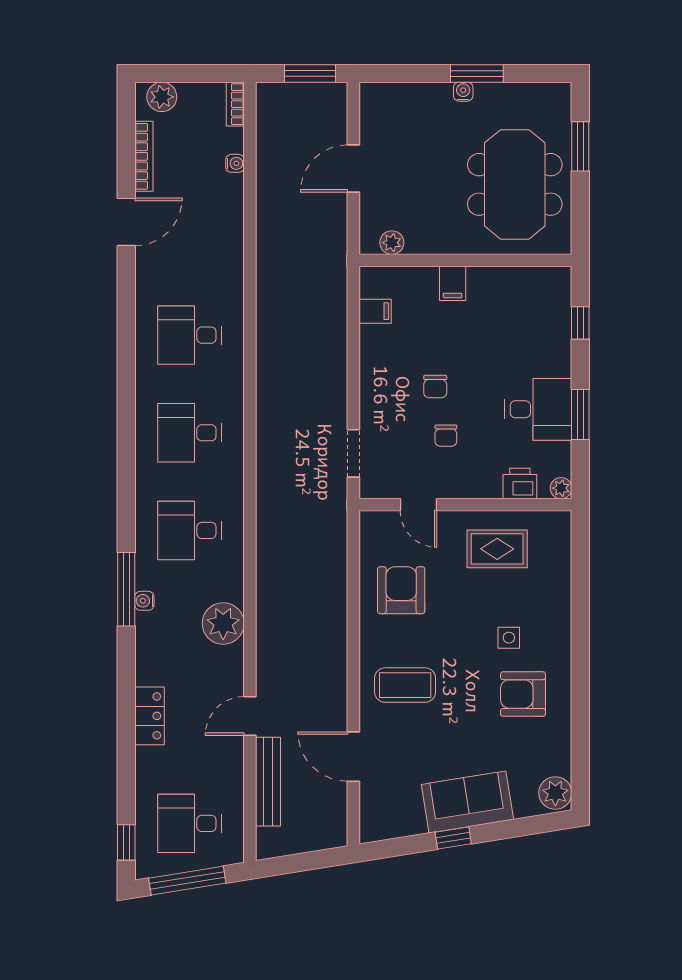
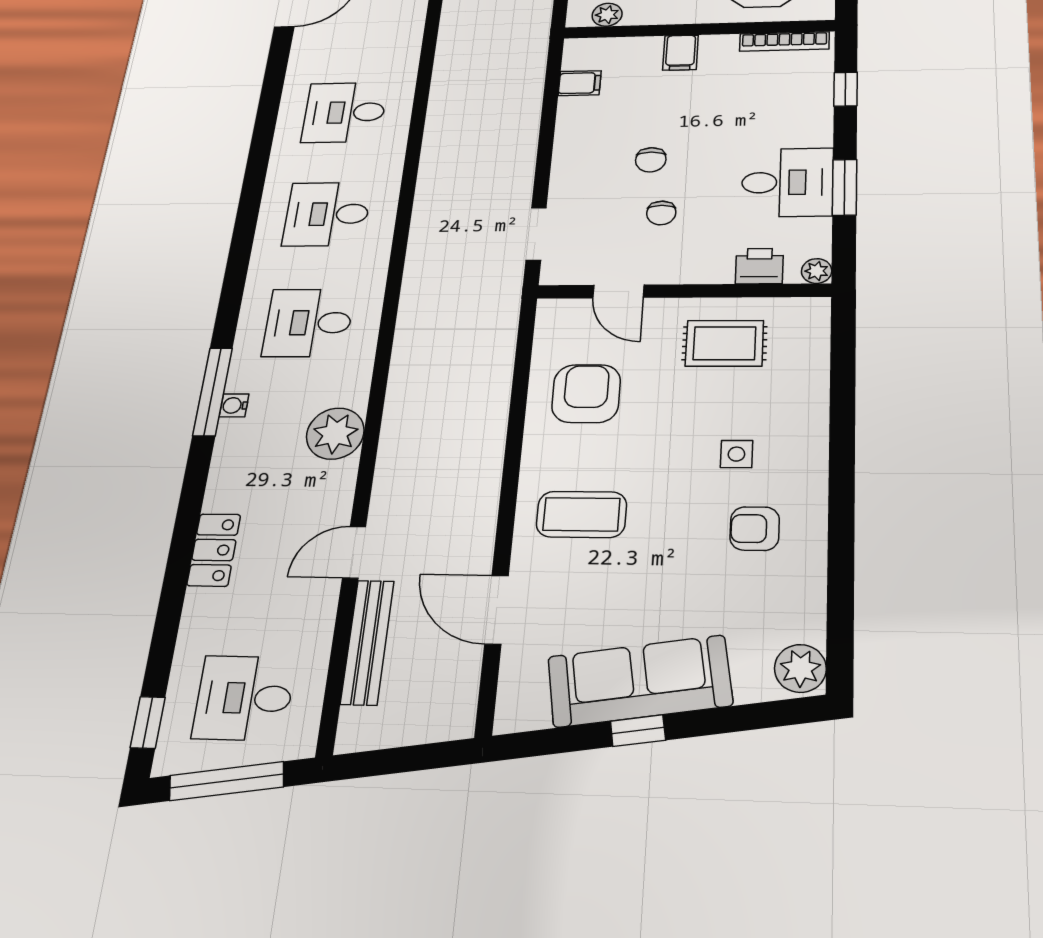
bookcase: (533, 275) -> (784, 42), added
armchair: (523, 694) -> (755, 529), width x0.72, depth x0.72
sofa: (467, 802) -> (640, 681), width x1.36

